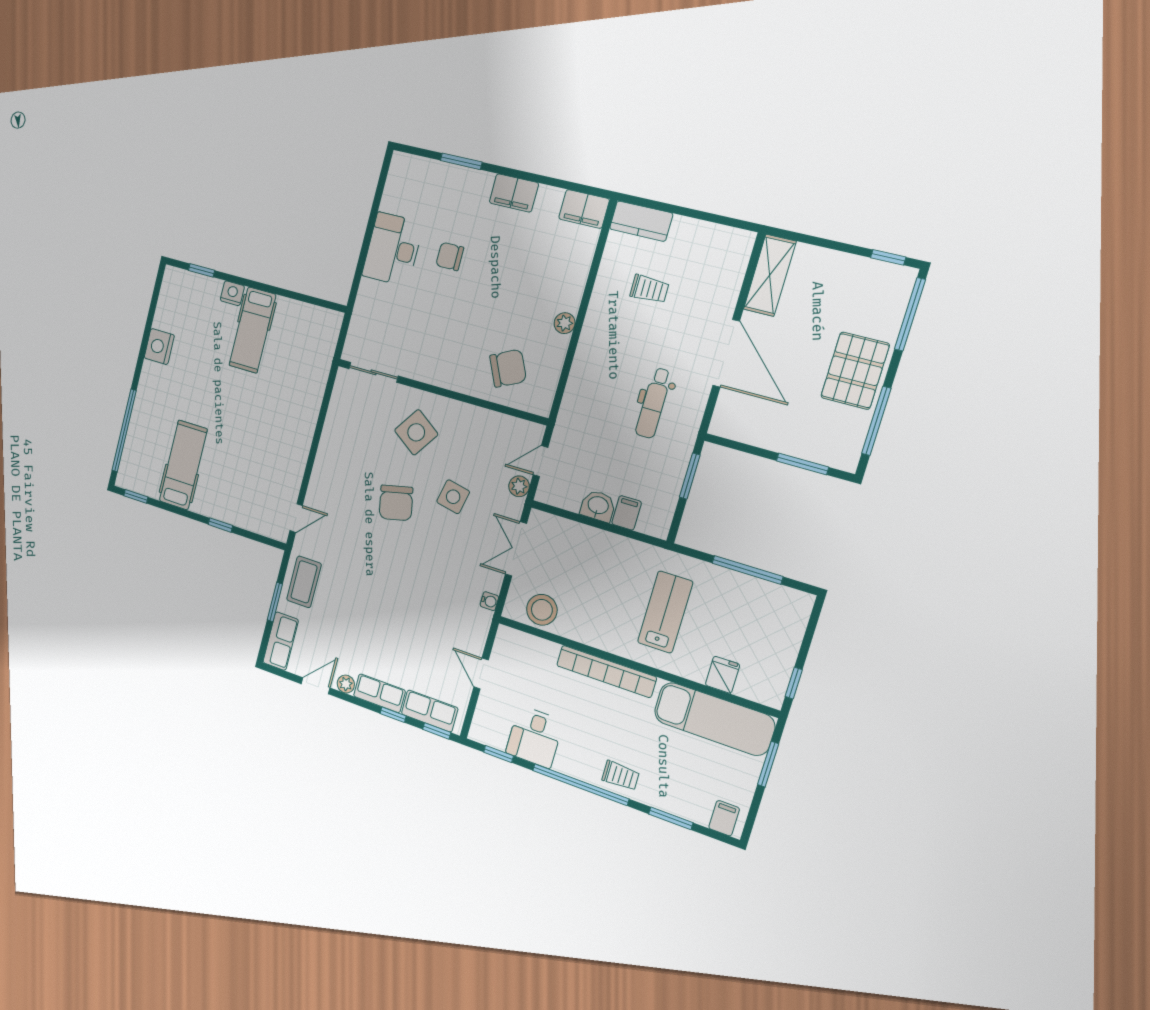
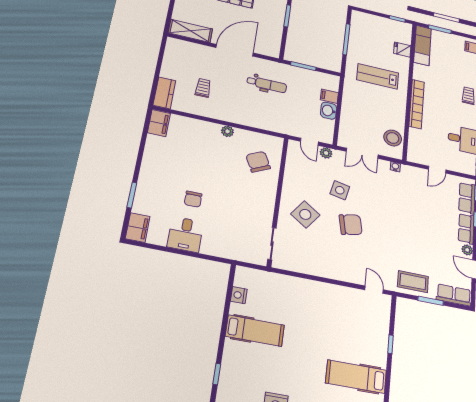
filing cabinet: (514, 193) -> (138, 227), moved
desk: (393, 249) -> (185, 234), width x0.73
nightstand: (232, 293) -> (239, 295), moved
exam couch: (714, 719) -> (422, 45), width x0.73, depth x0.69

